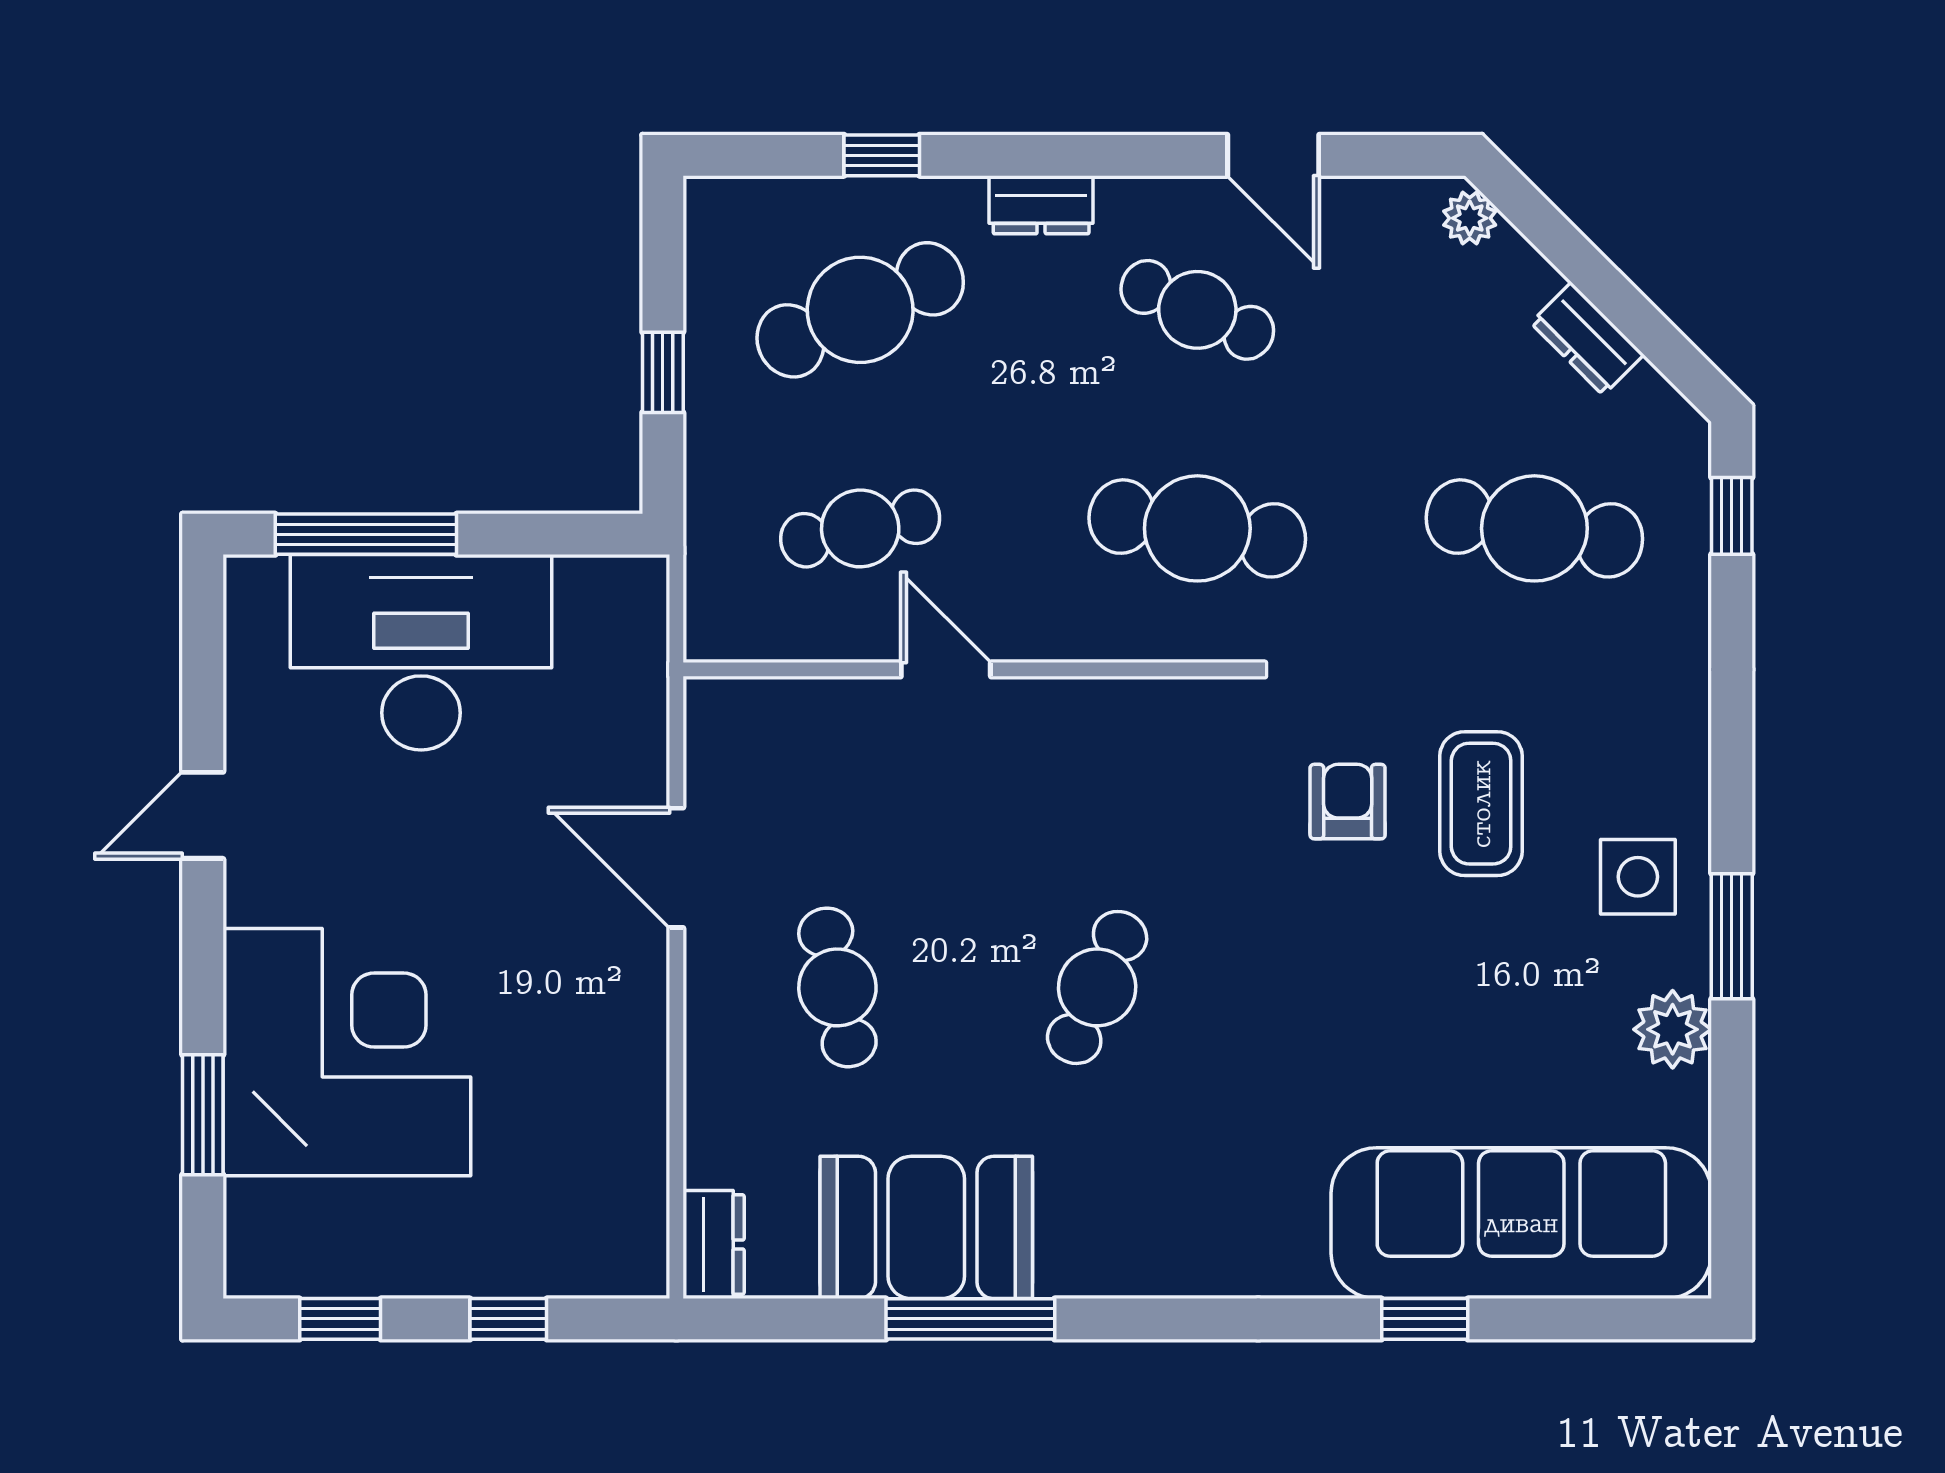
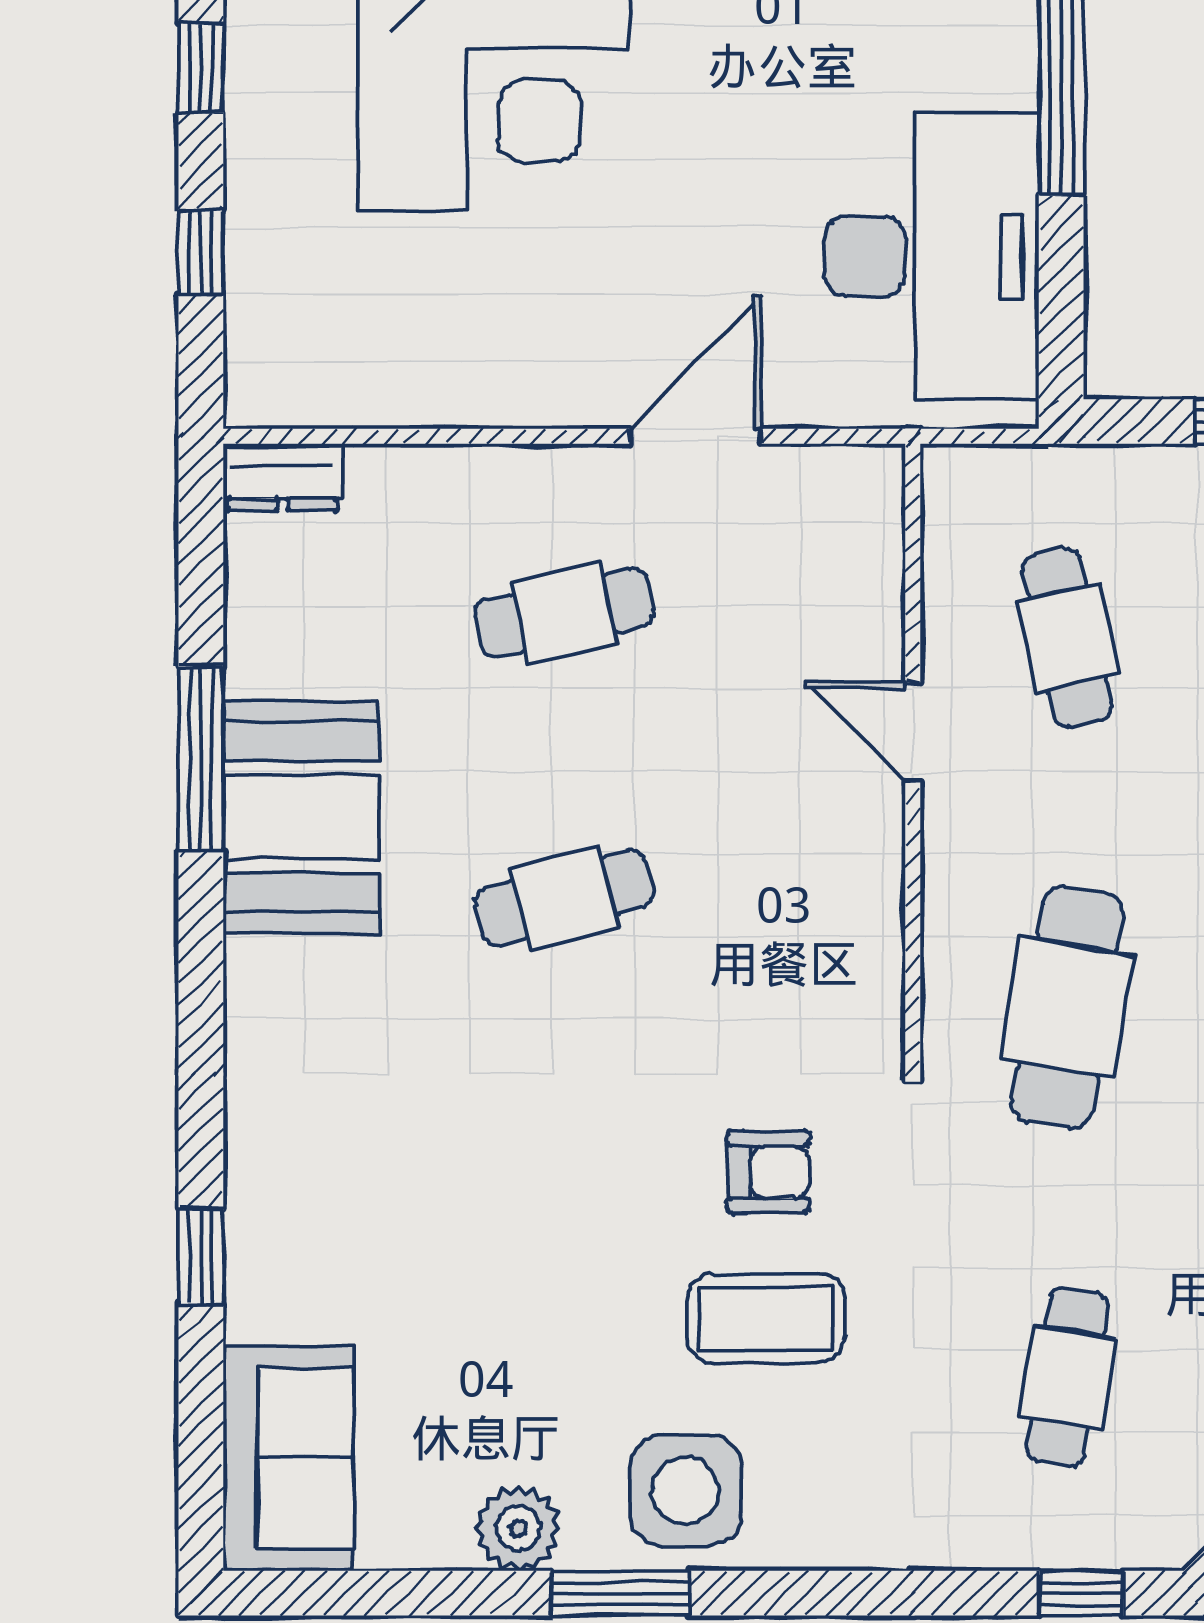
cafe table: (1534, 528) -> (1067, 1377), width x0.73, depth x0.74
desk: (421, 652) -> (932, 256), moved
door: (946, 669) -> (913, 732), swing flipped
side table: (1638, 877) -> (686, 1490), width x1.37, depth x1.37
cafe table: (1097, 987) -> (564, 898), turned -39
sofa: (1521, 1223) -> (288, 1458), width x0.54, depth x0.79
booth: (926, 1227) -> (301, 817), moved

